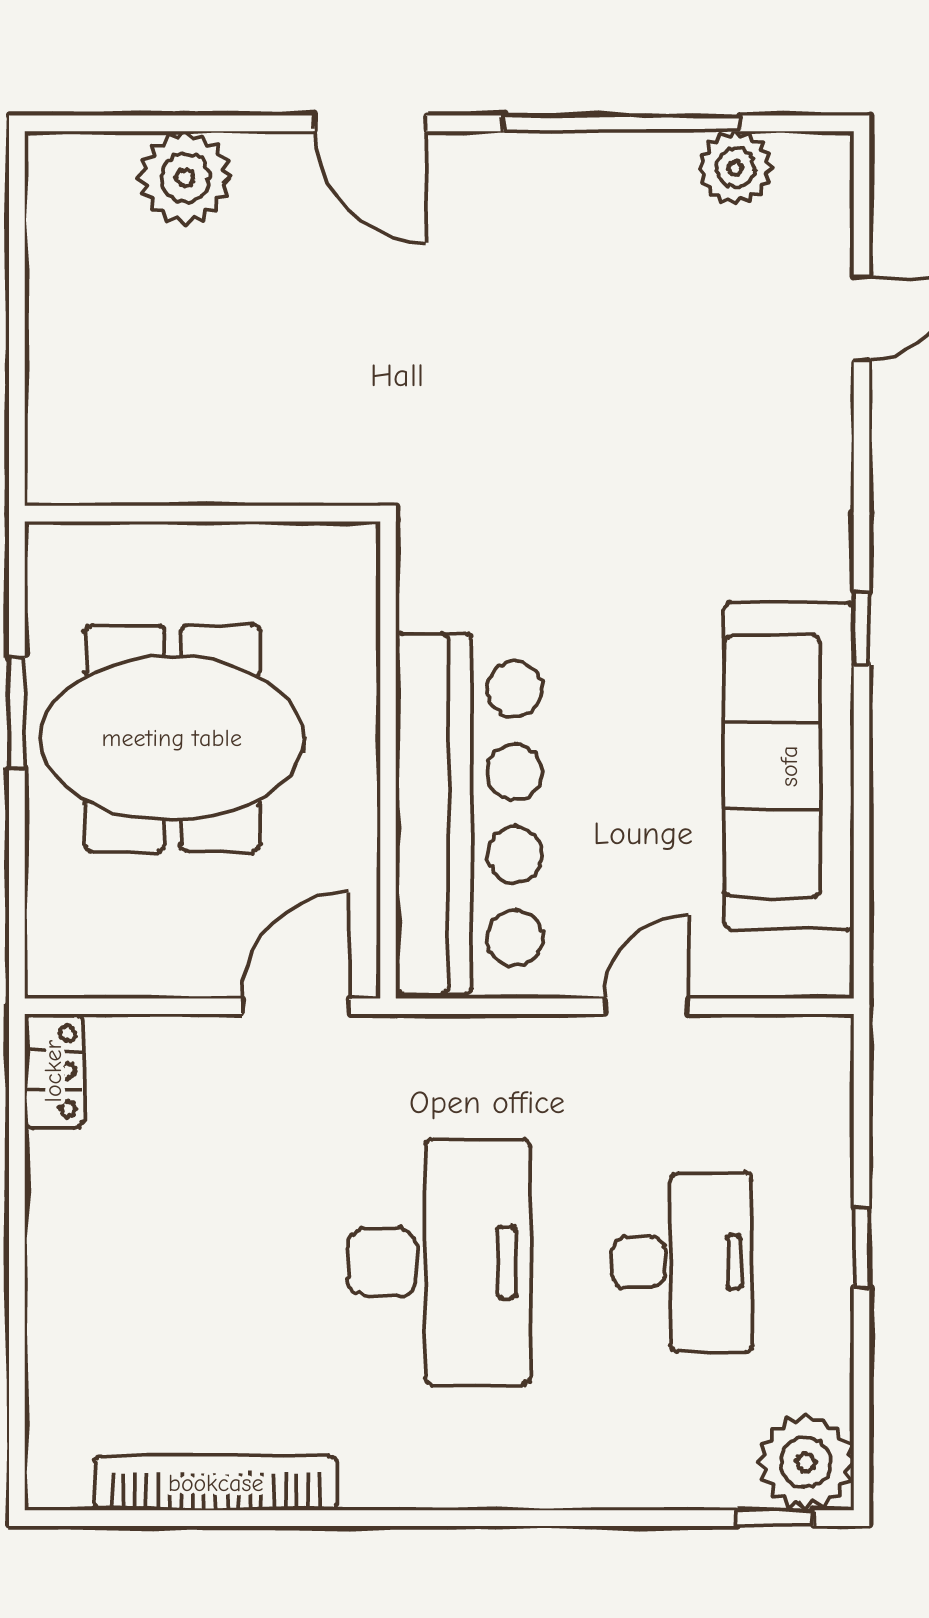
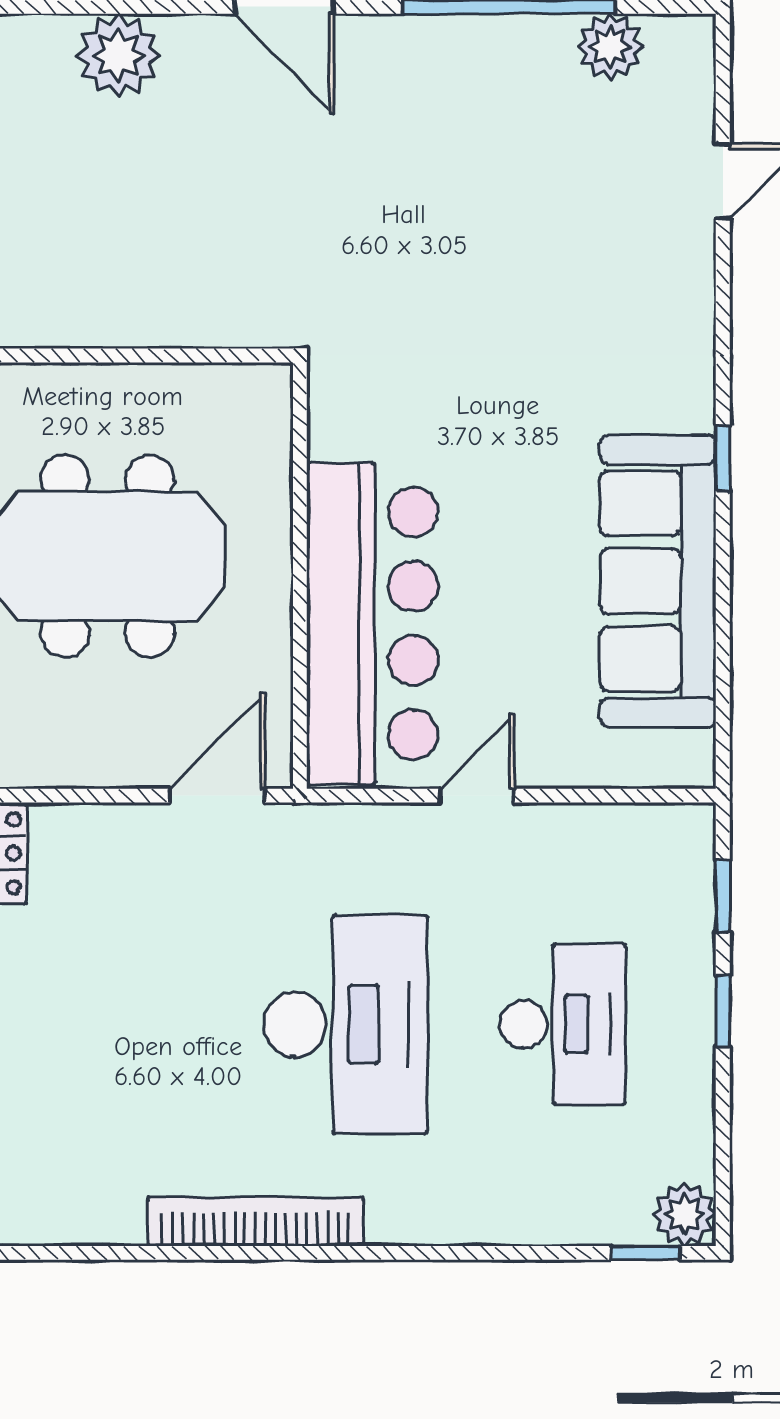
door: (646, 1006) -> (477, 796), moved
window: (861, 1119) -> (723, 896), added
plant: (806, 1462) -> (684, 1214), width x0.73, depth x0.73
bookcase: (216, 1483) -> (255, 1222), moved

